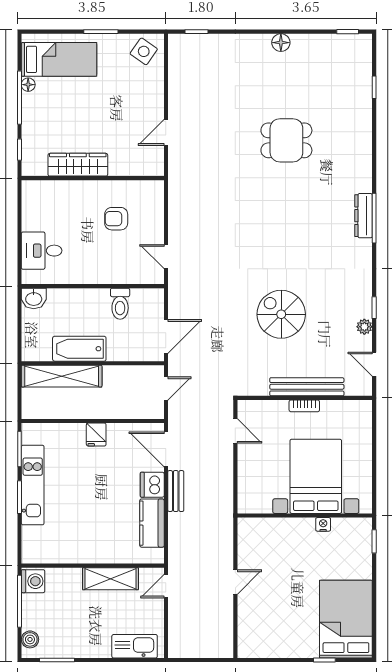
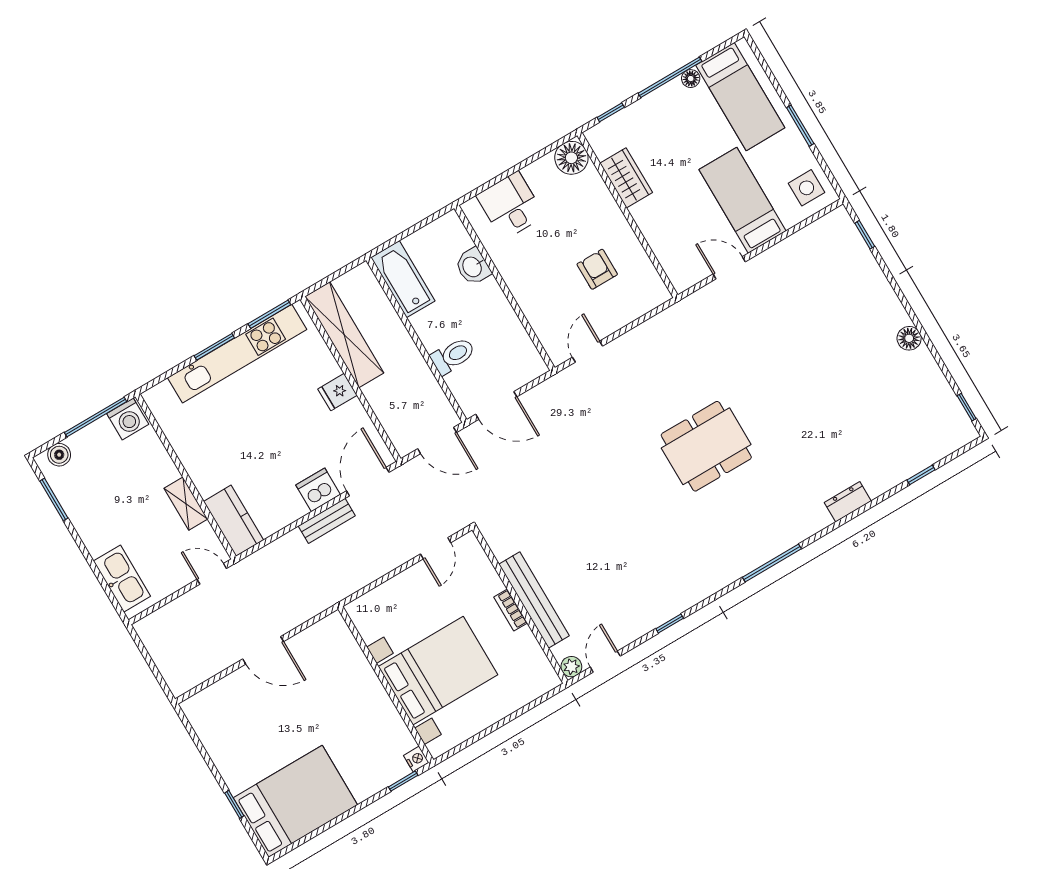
side table: (144, 51) -> (807, 188), turned -35
bed: (127, 98) -> (743, 200), added
dining table: (286, 140) -> (706, 446), moved, width x1.38
wardrobe: (78, 165) -> (626, 178), width x0.67
floor lamp: (34, 193) -> (571, 158), added
dresser: (364, 216) -> (848, 502), moved, width x0.70
washbasin: (34, 298) -> (473, 267), moved
toilet: (120, 304) -> (453, 356), moved, turned 180
spiral stairs: (281, 314) -> (599, 522), removed
plant: (364, 327) -> (571, 667), moved
bathtub: (79, 349) -> (403, 279), moved
shelving: (62, 376) -> (344, 335), moved
door: (166, 388) -> (437, 441), width x1.37
kitchen unit: (33, 485) -> (237, 354), width x1.36
kitchen counter: (152, 523) -> (233, 521), moved, turned 90
nightstand: (323, 524) -> (416, 759), moved
shelving: (110, 579) -> (186, 504), width x0.67, depth x0.75
door: (235, 582) -> (263, 650), width x1.38

